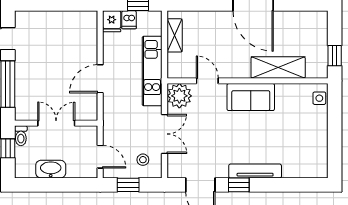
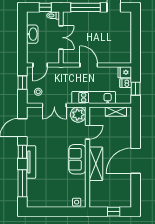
window: (335, 56) -> (114, 212), moved
shelving: (278, 68) -> (96, 164), moved
window: (289, 185) -> (22, 183), added

